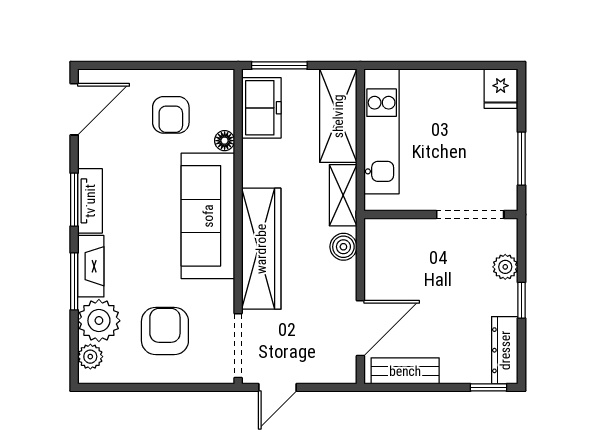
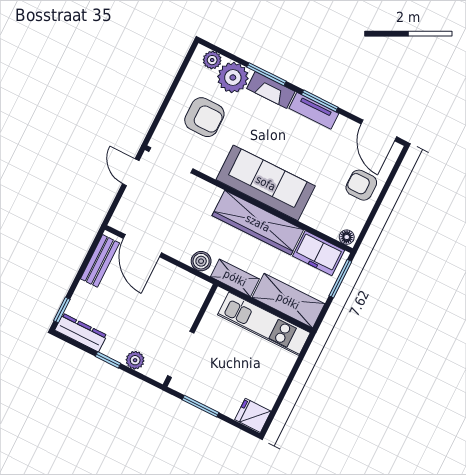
armchair: (171, 115) -> (361, 185), moved
floor lamp: (225, 141) -> (347, 237), moved
wardrobe: (261, 249) -> (258, 223), moved

